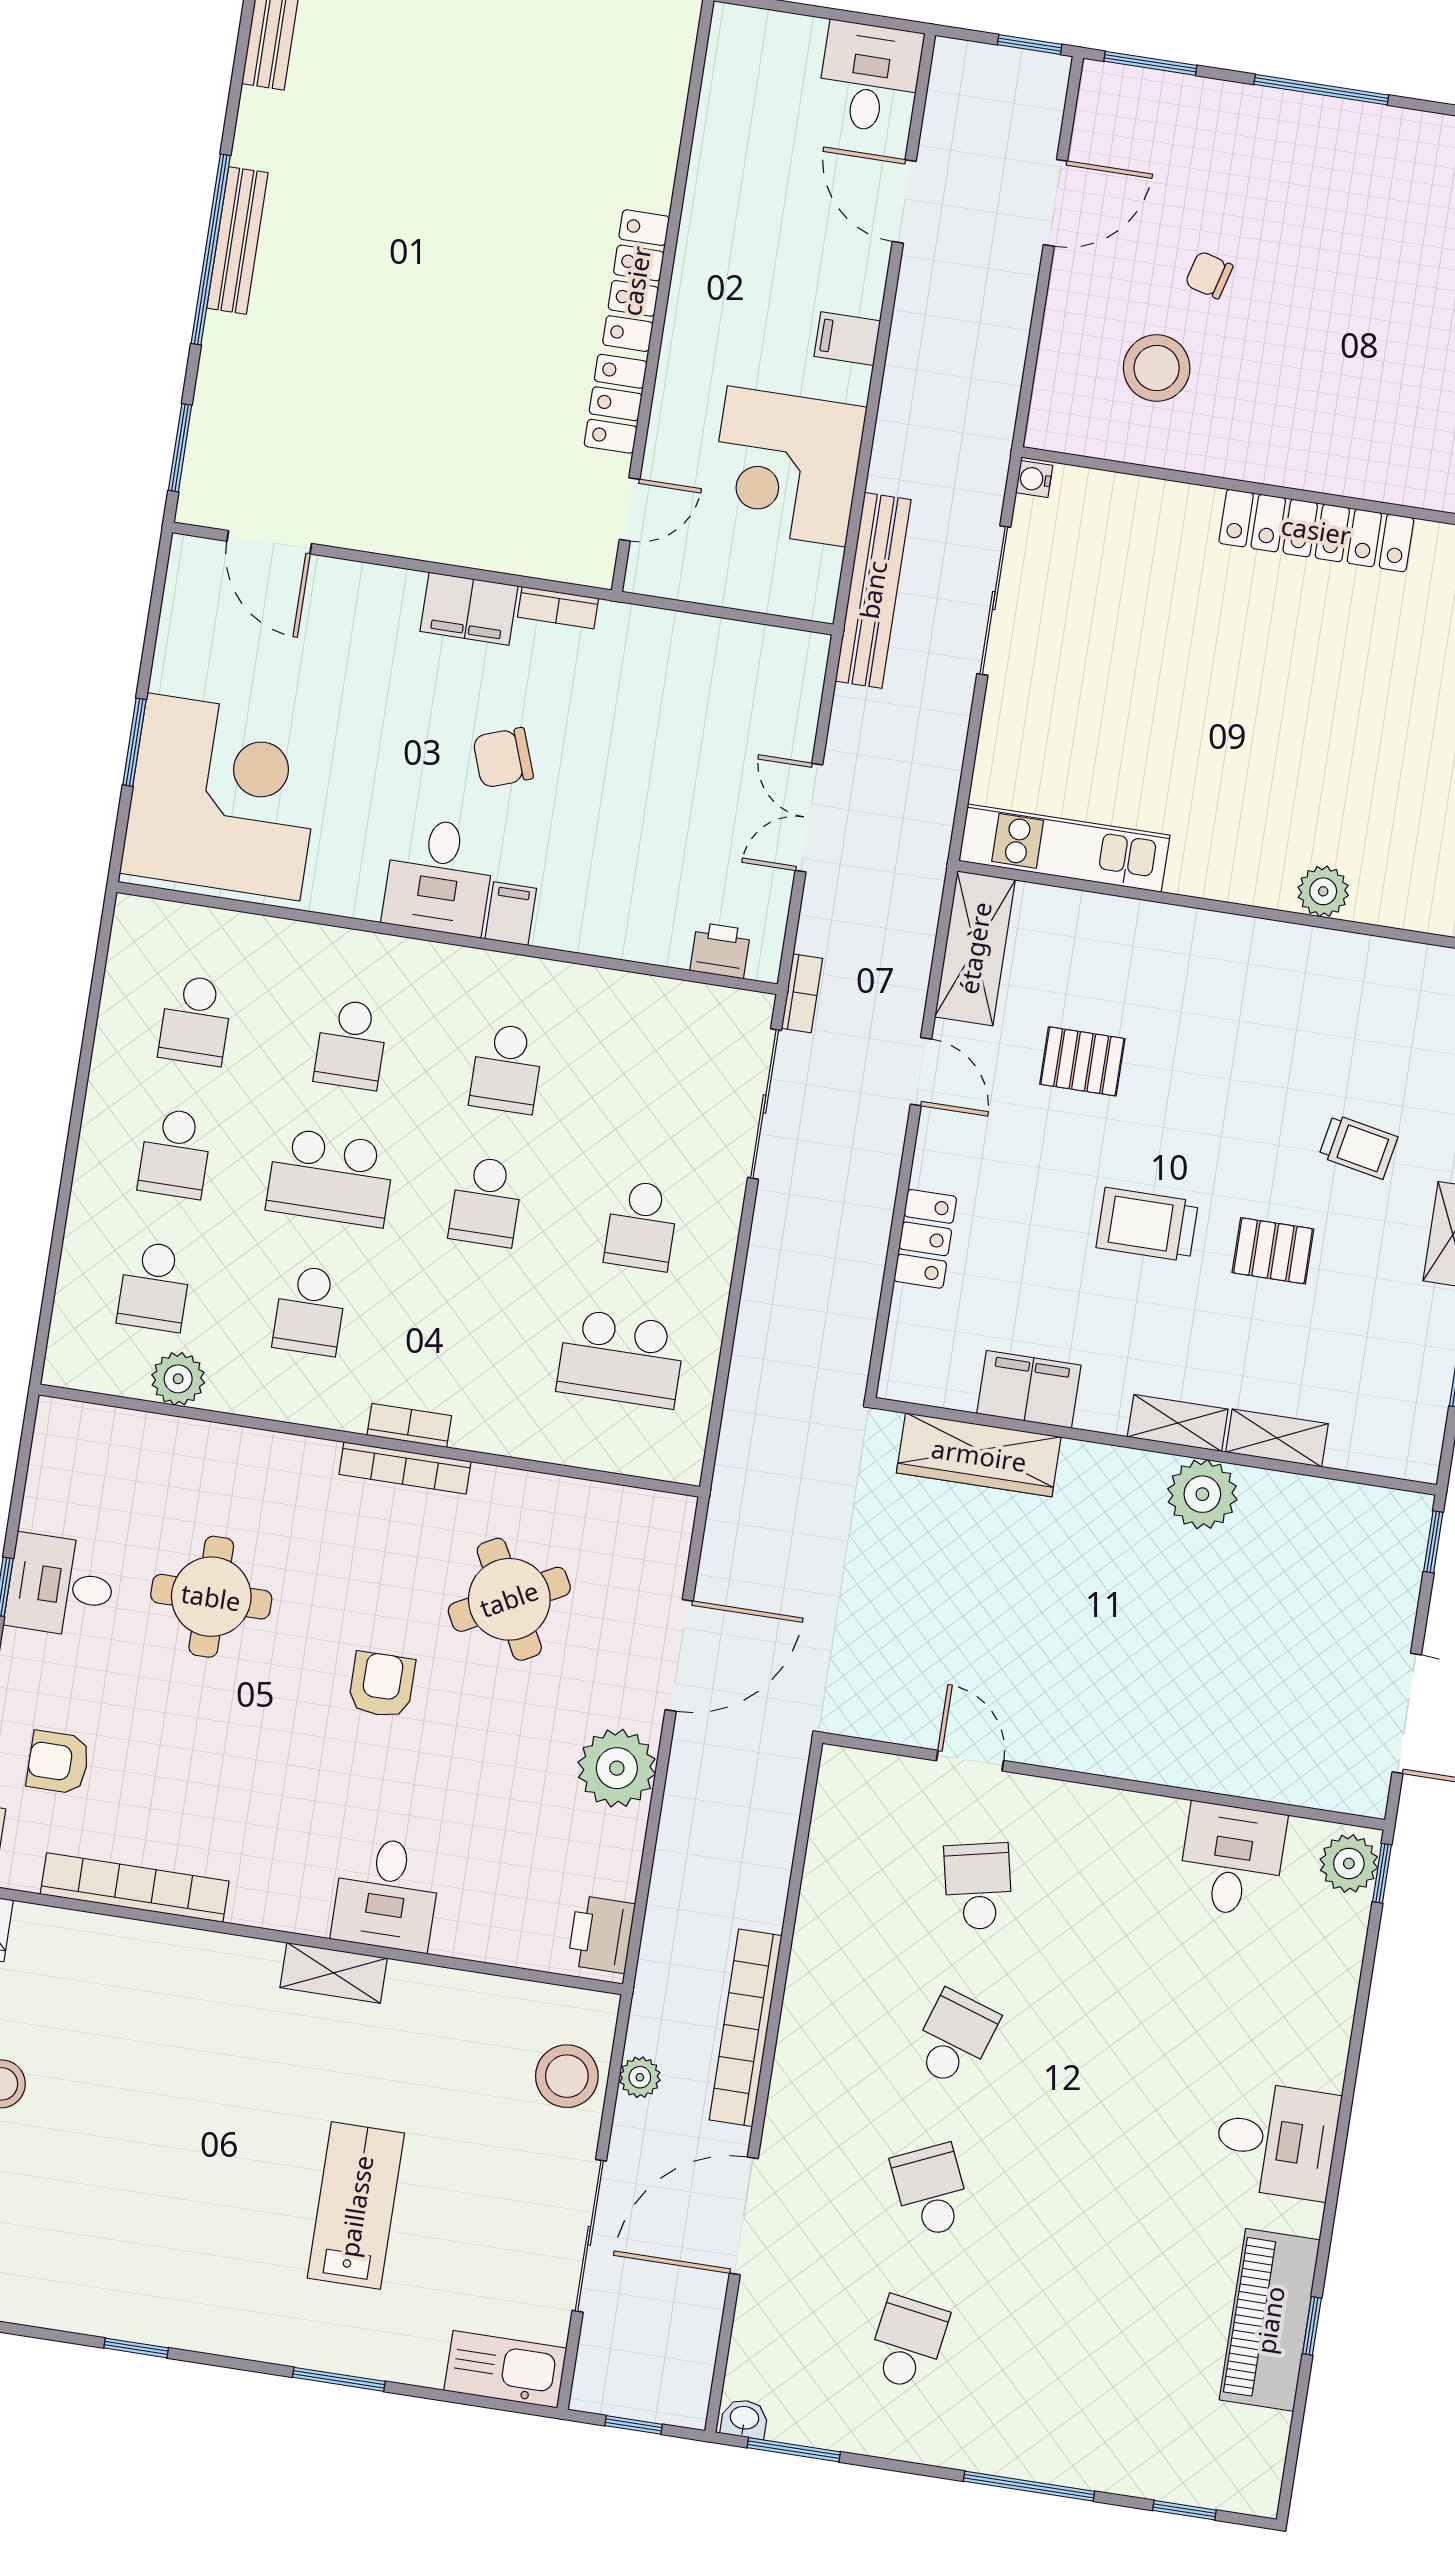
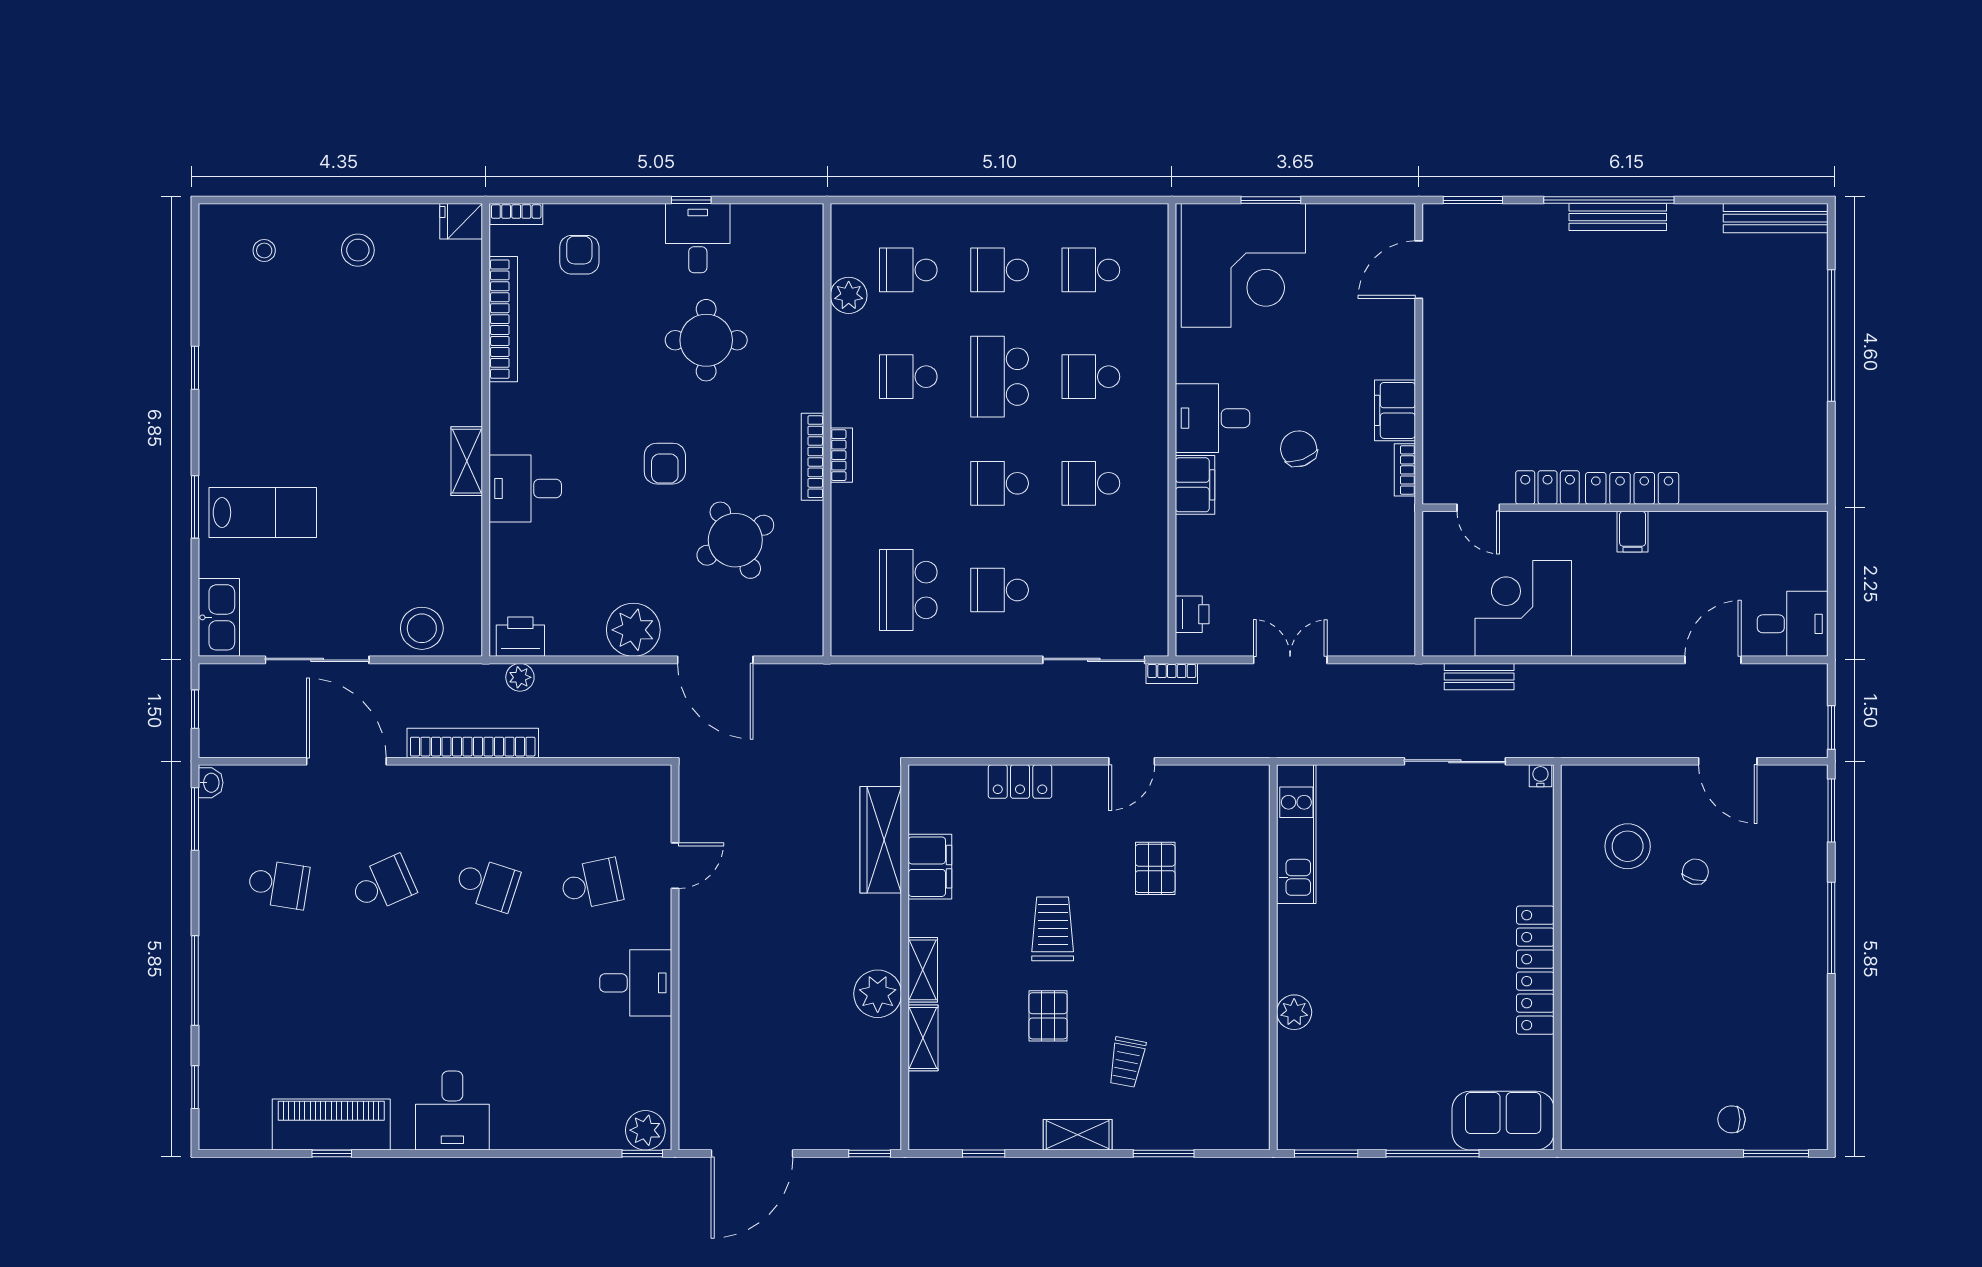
filing cabinet: (847, 339) -> (1633, 532), moved, turned 180
bench: (873, 590) -> (1479, 677), width x0.54, depth x0.82
filing cabinet: (511, 914) -> (1195, 485), width x2.00
shelving: (975, 948) -> (1220, 785), removed
armchair: (382, 1685) -> (665, 464), turned 90
desk: (1232, 1860) -> (636, 983), moved
plant: (640, 2077) -> (520, 677), moved
lab bench: (356, 2206) -> (263, 512), moved

